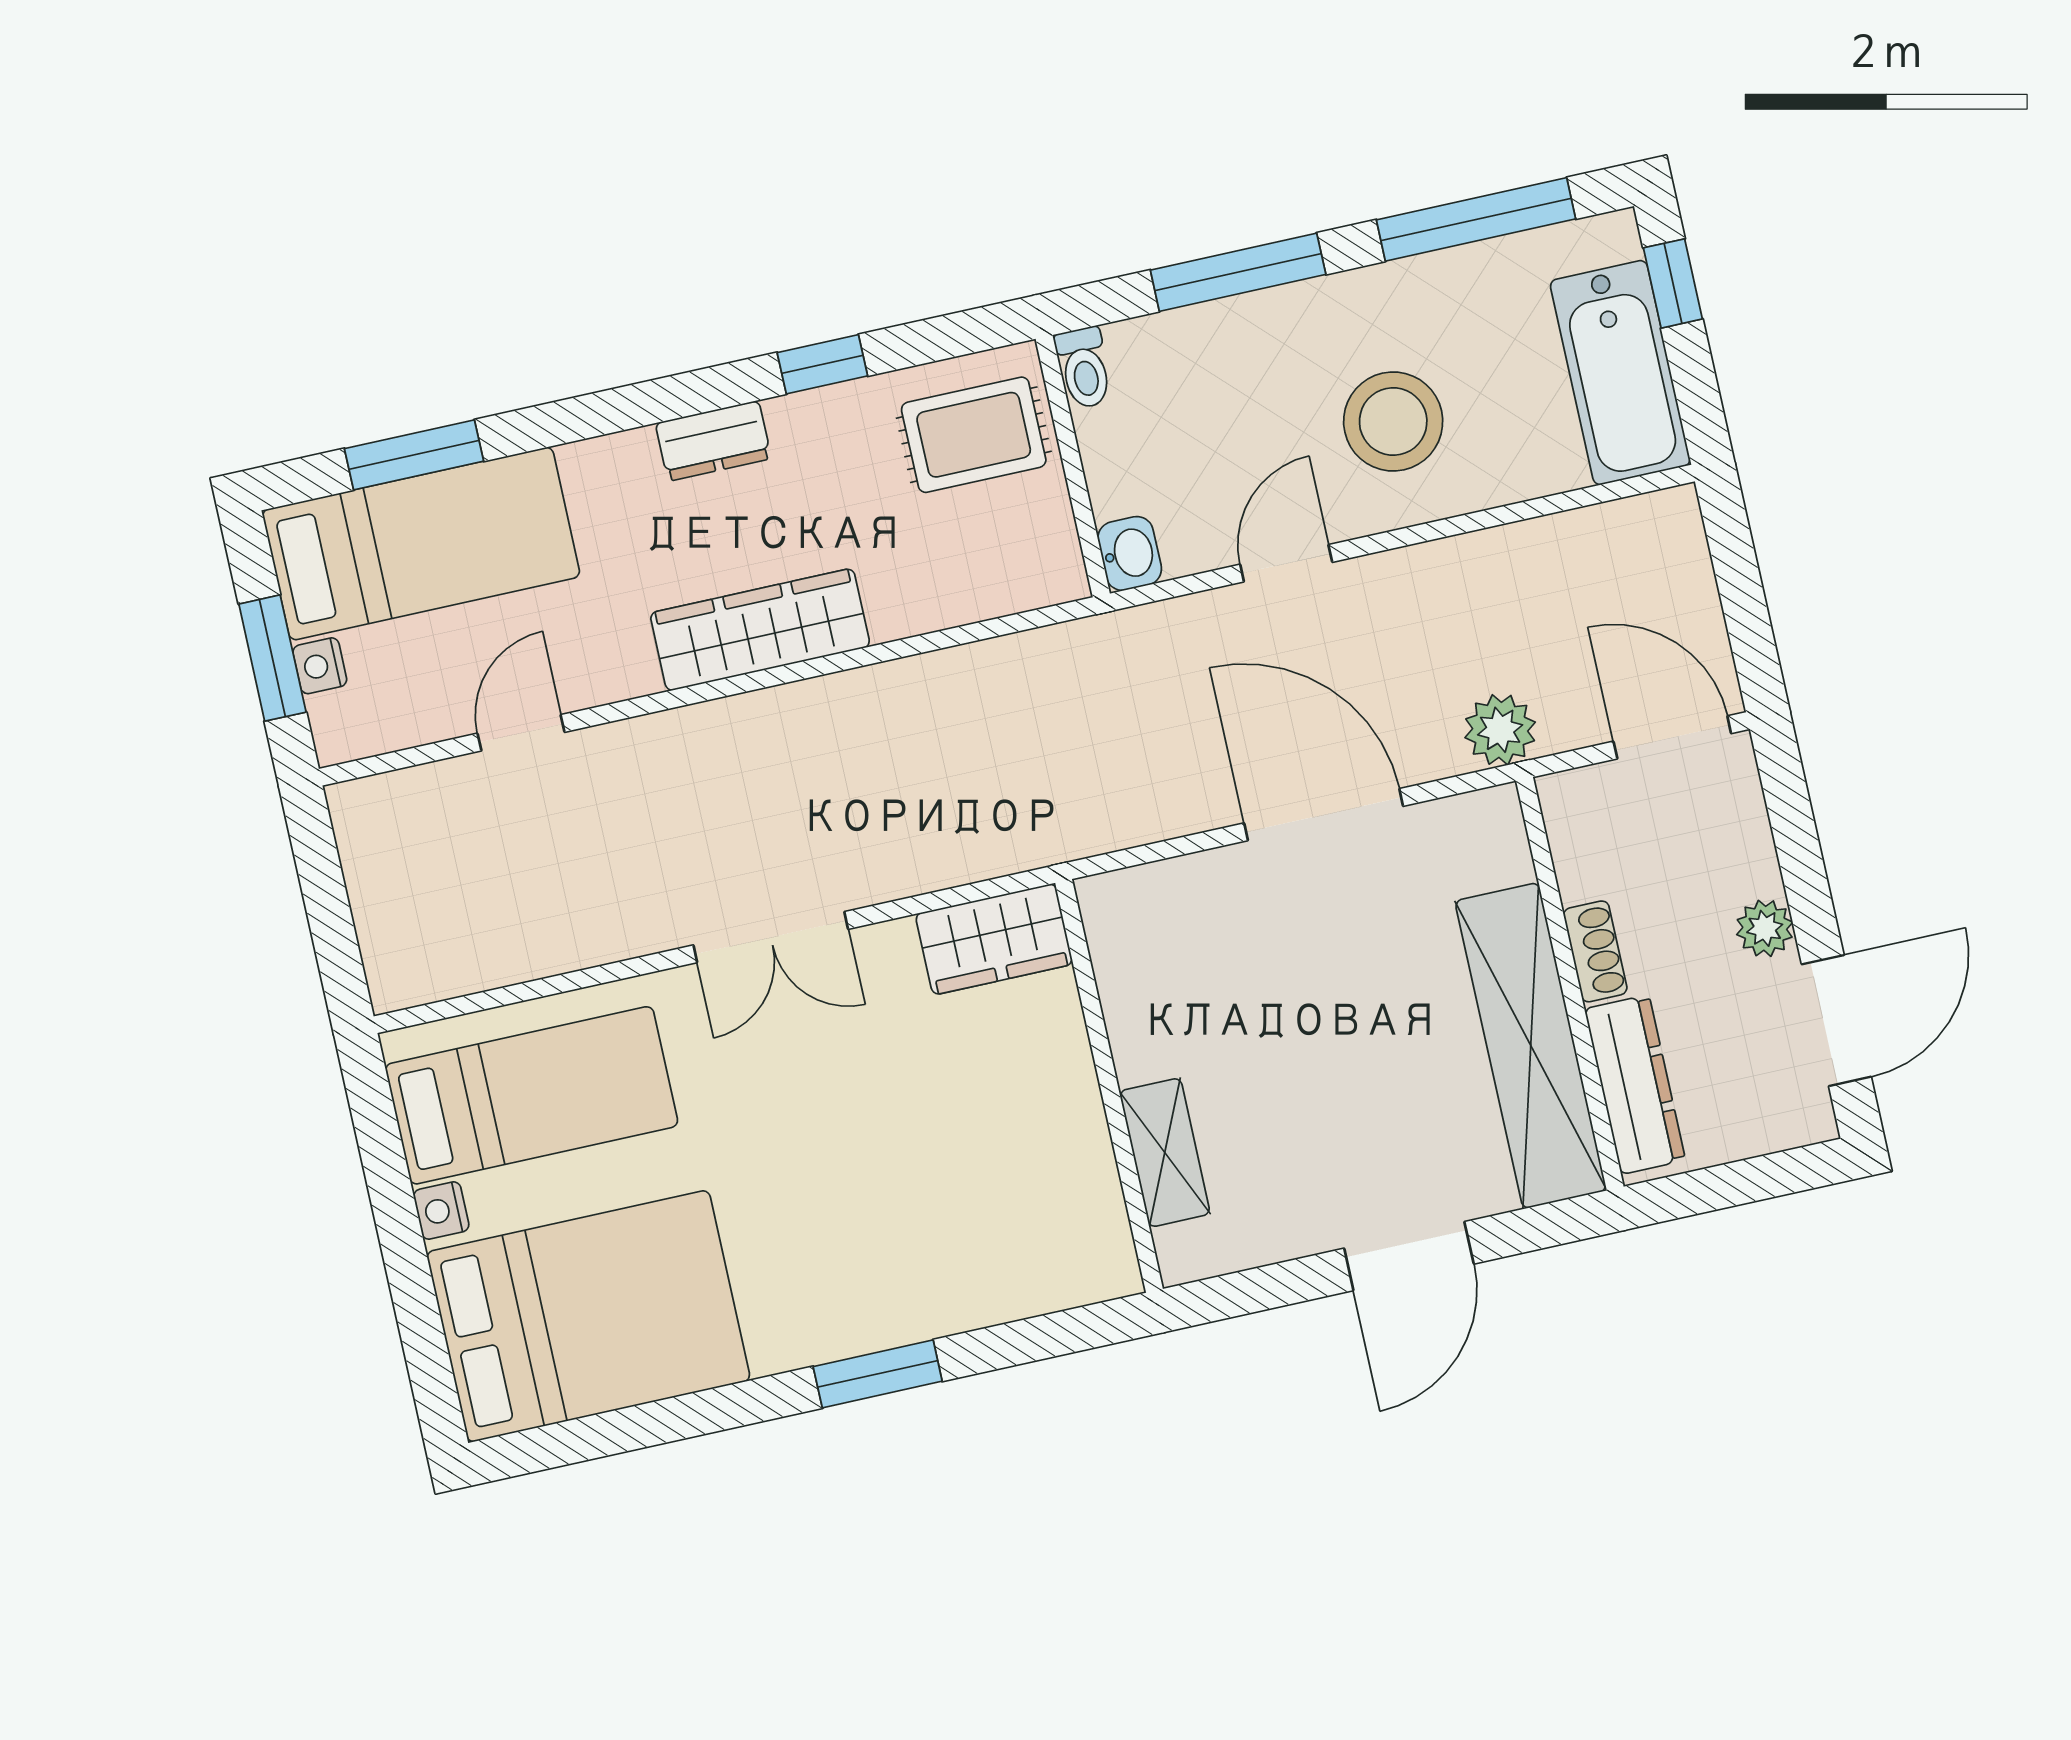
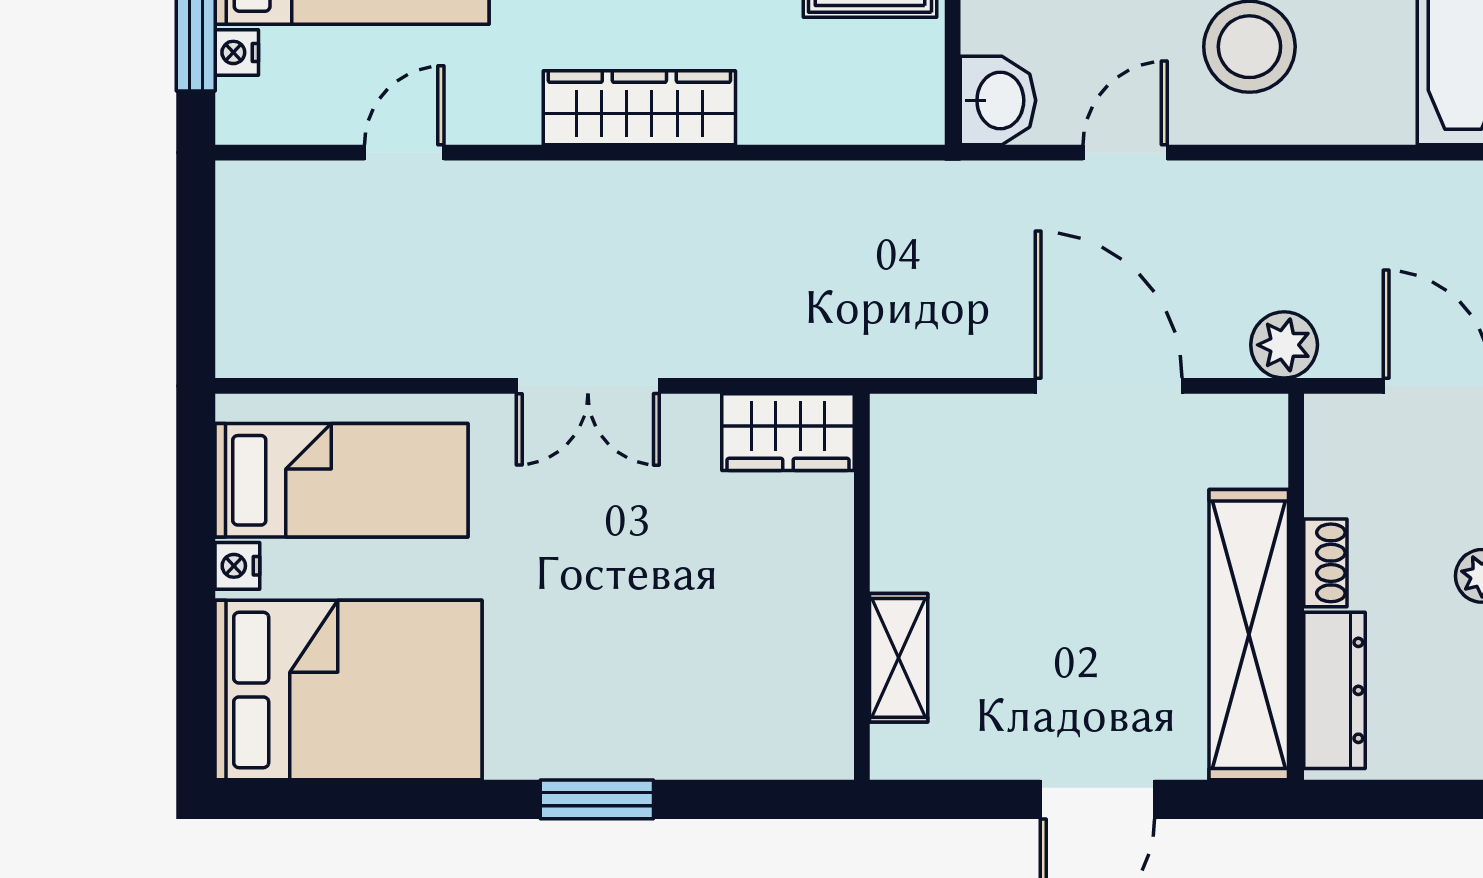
washbasin: (1130, 553) -> (998, 100), width x1.38, depth x1.45

